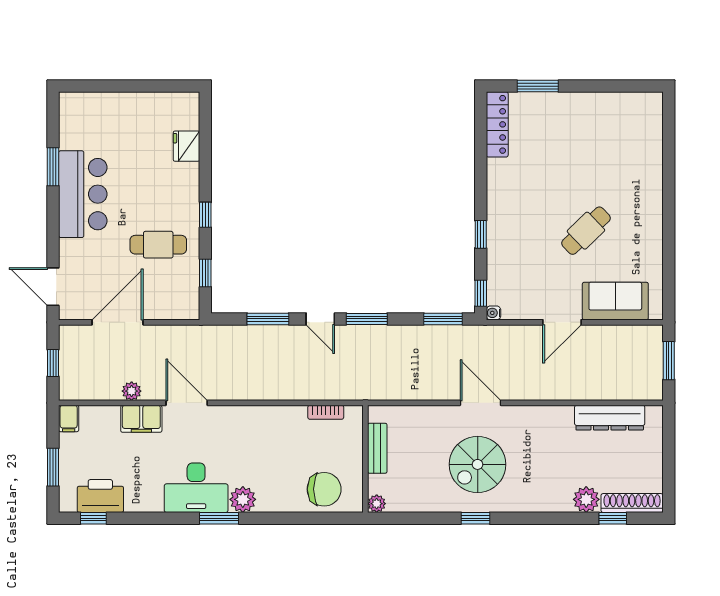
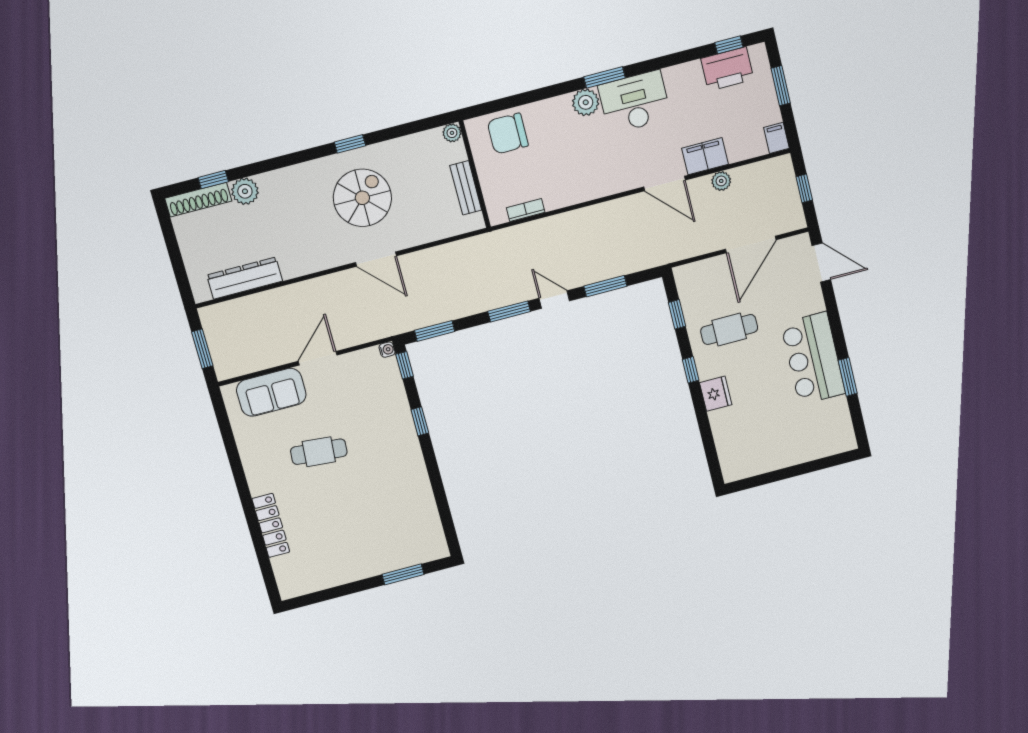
locker: (497, 124) -> (271, 525), moved, turned 180
fridge: (187, 146) -> (716, 394), moved
cafe table: (586, 231) -> (319, 452), turned 49

